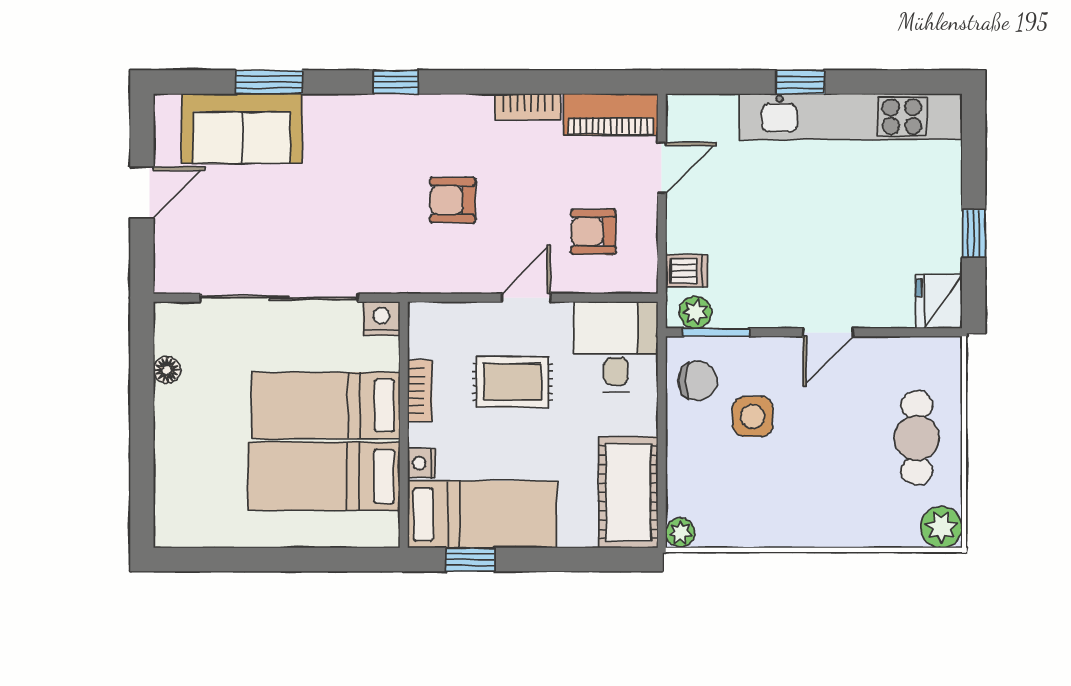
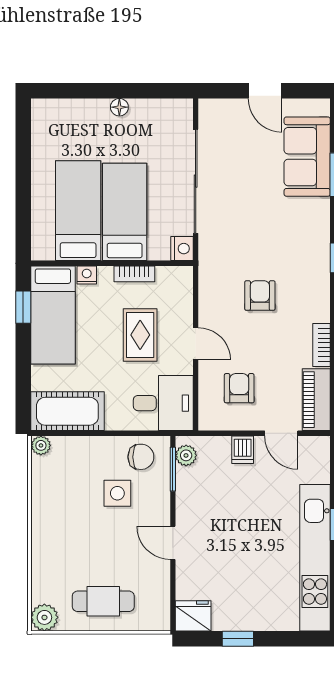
dishwasher: (687, 271) -> (243, 450), moved
floor lamp: (167, 370) -> (119, 107), moved
chair: (698, 381) -> (141, 457), turned -90

